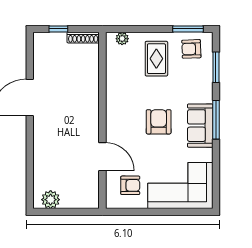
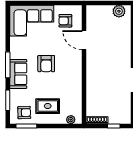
rug: (156, 59) -> (48, 106), turned 90
sofa: (200, 126) -> (18, 74), moved

